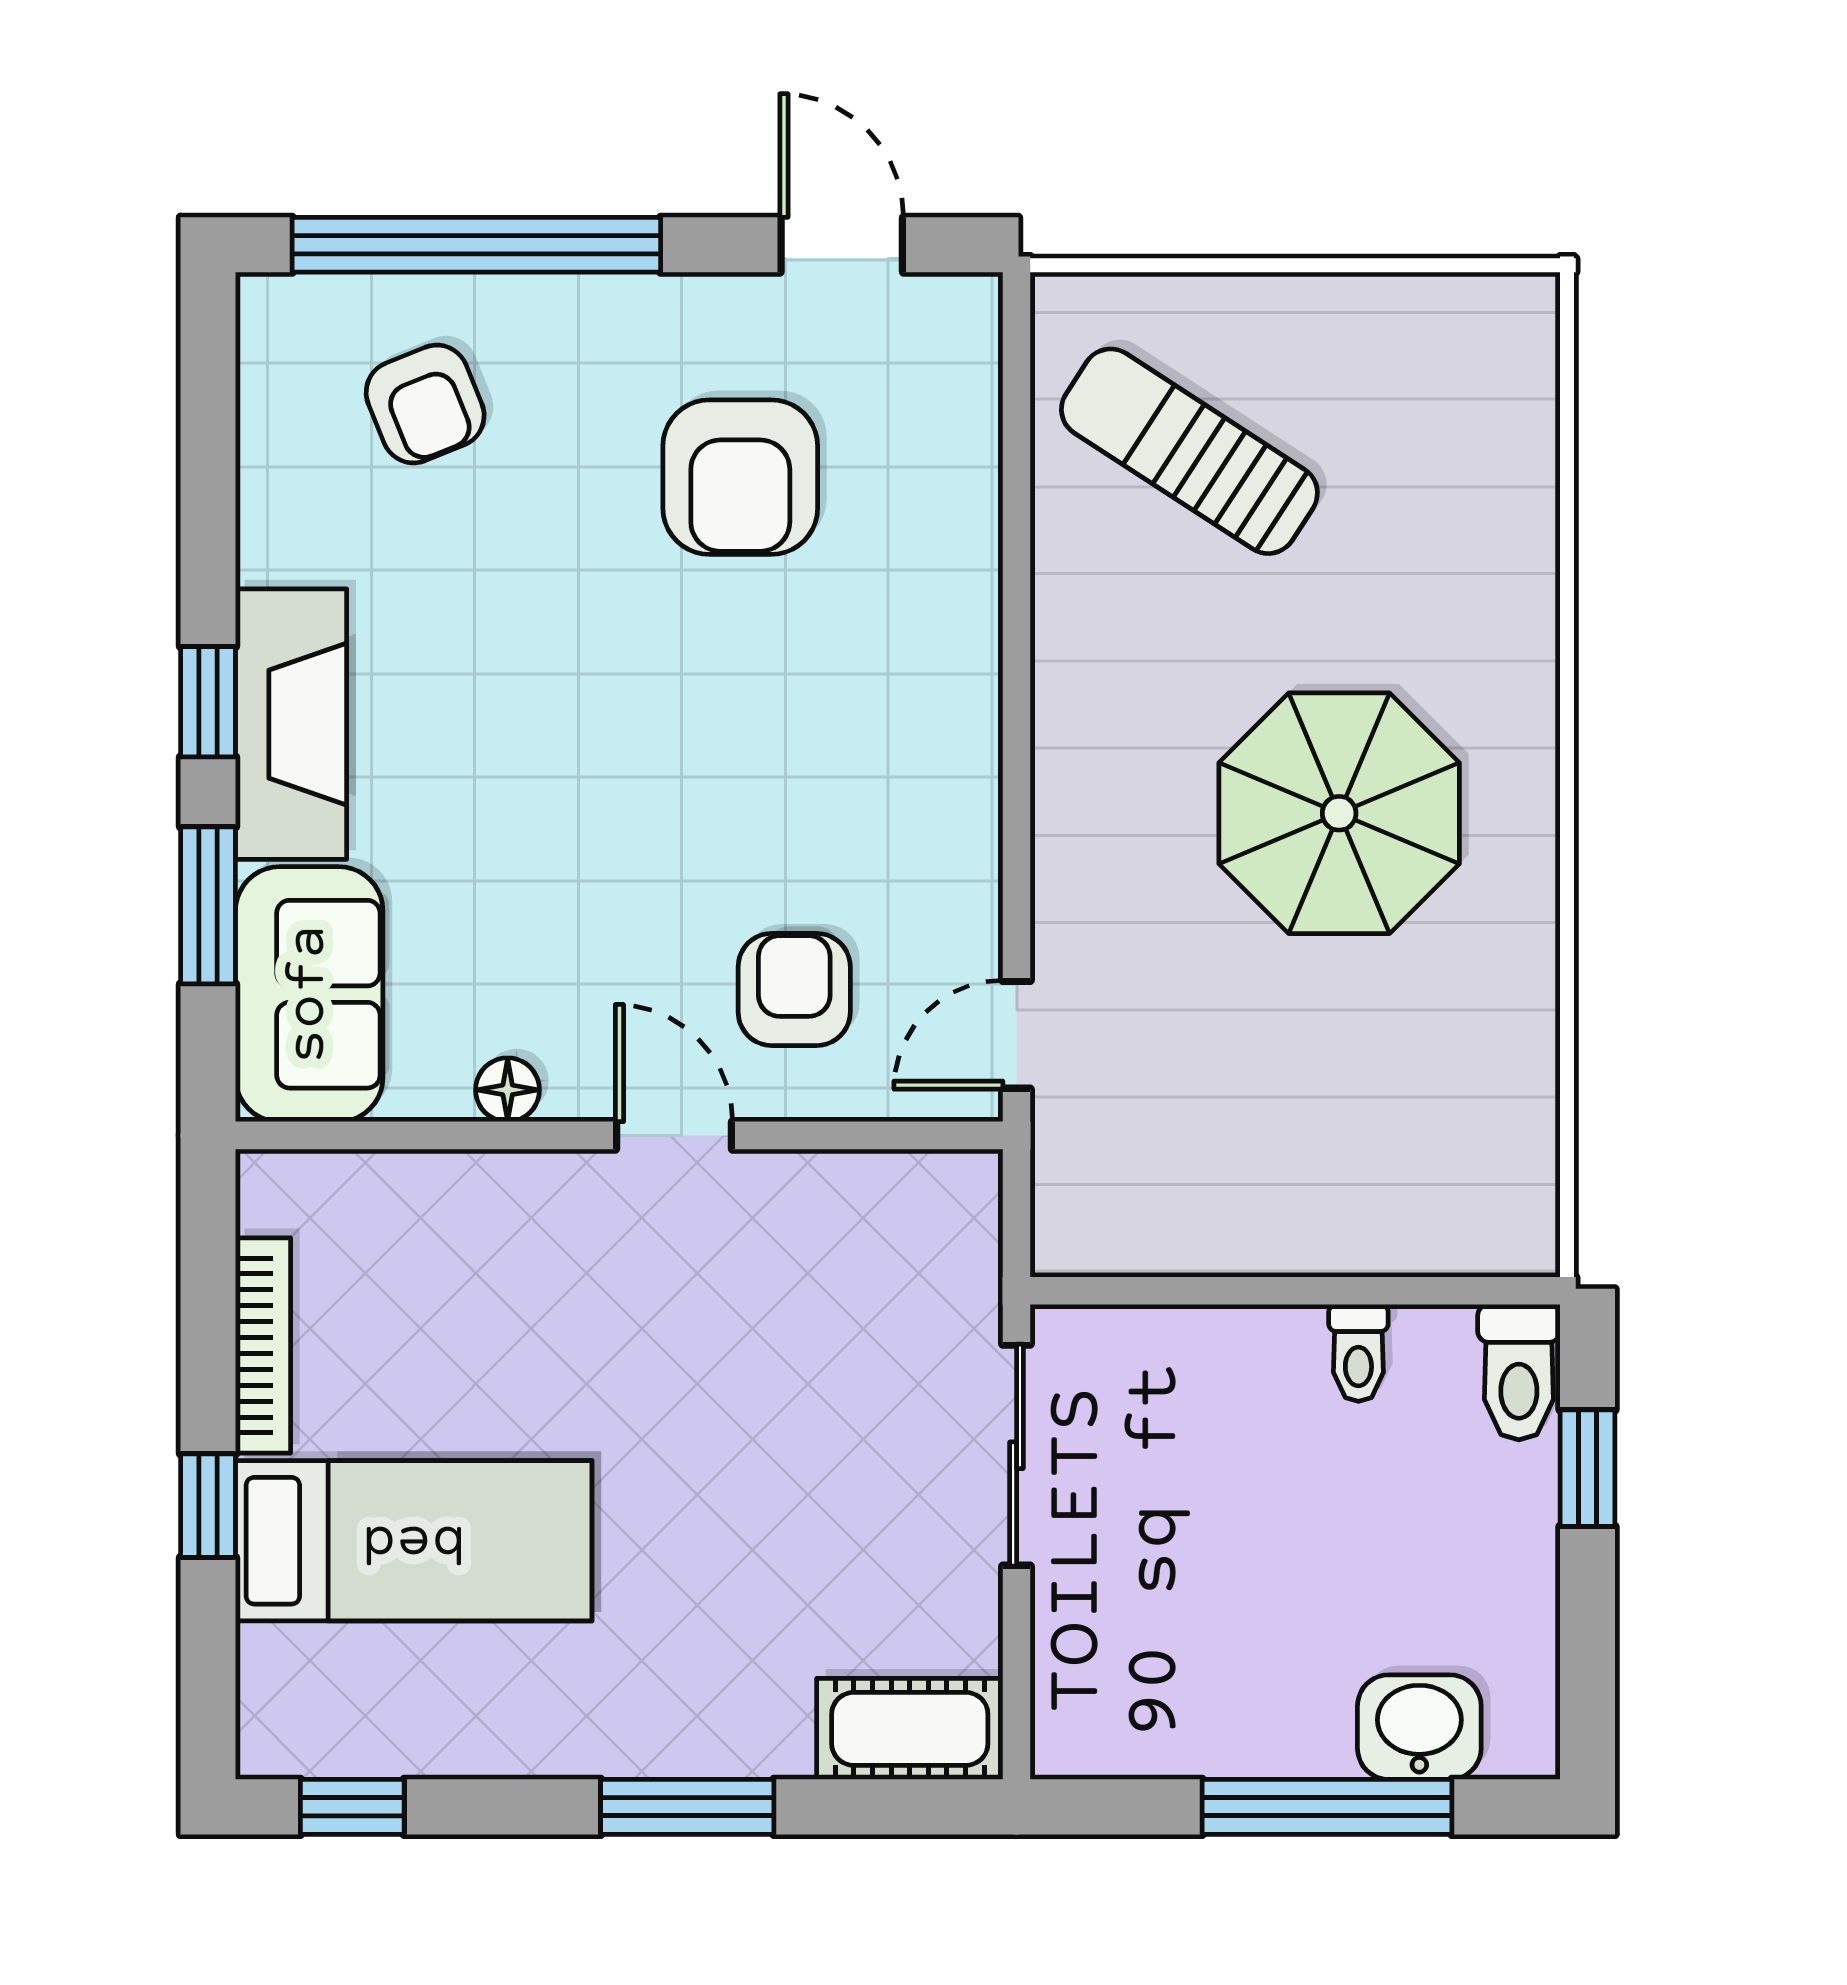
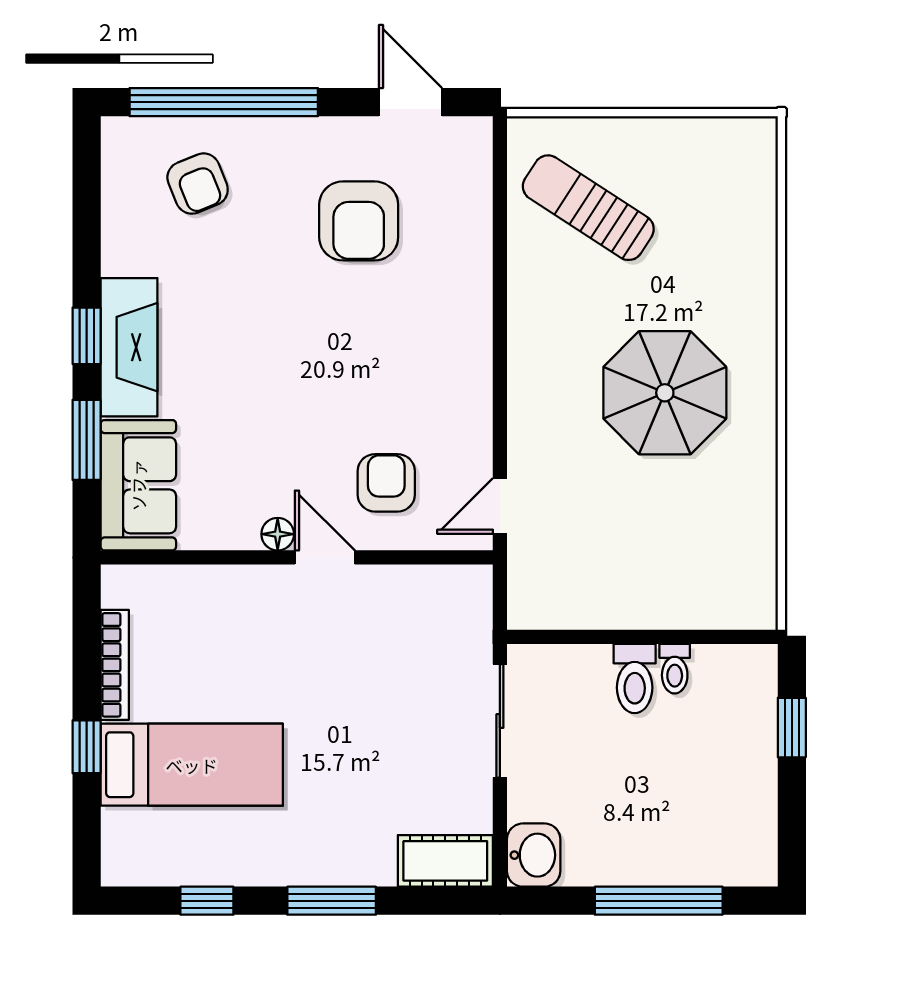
floor lamp: (508, 1090) -> (278, 534), moved
toilet: (1519, 1372) -> (635, 679), moved
washbasin: (1419, 1727) -> (534, 855), moved, turned 90
window: (352, 1807) -> (207, 901), moved

